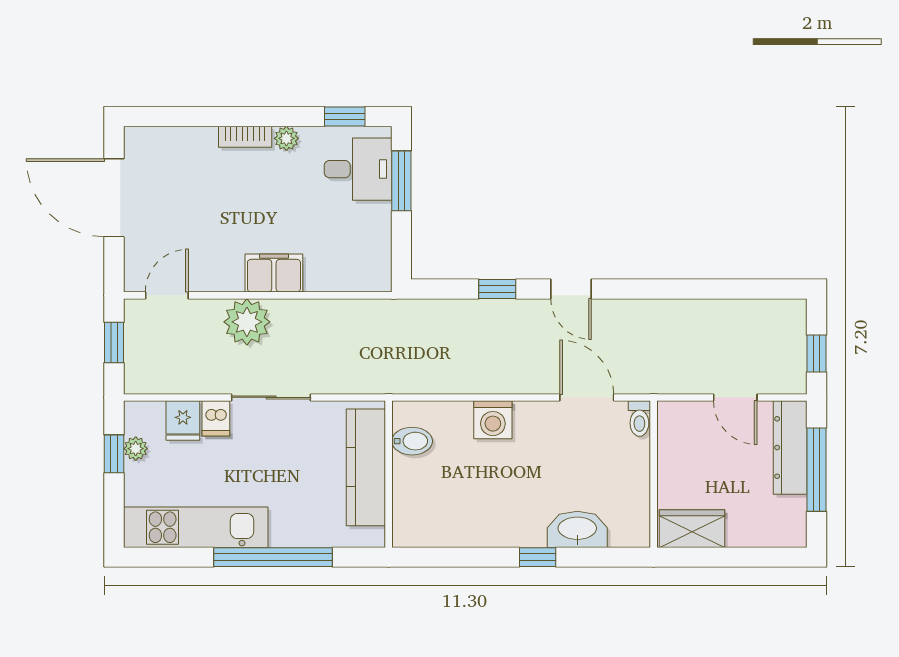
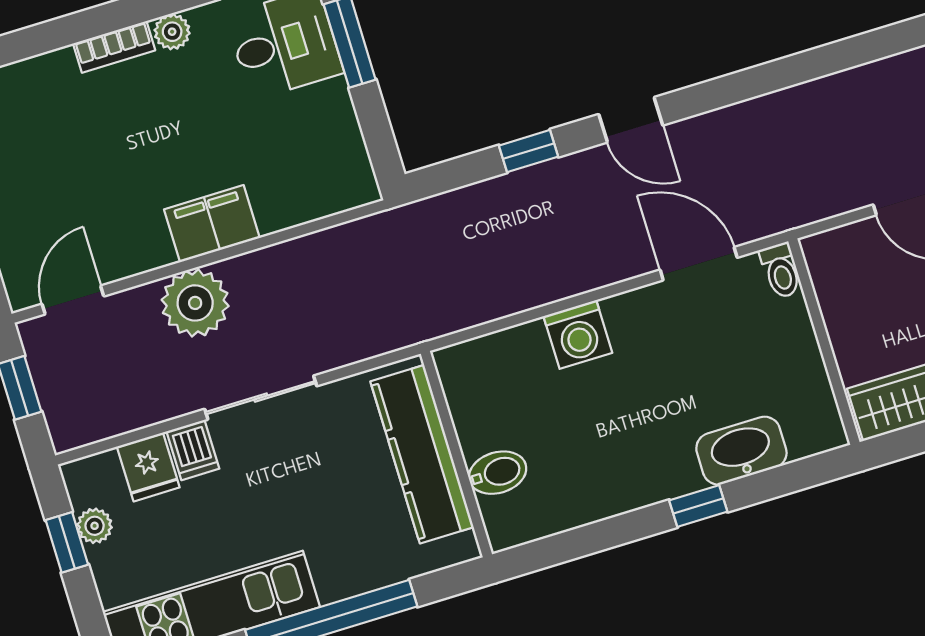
bidet: (412, 441) -> (498, 473), moved

